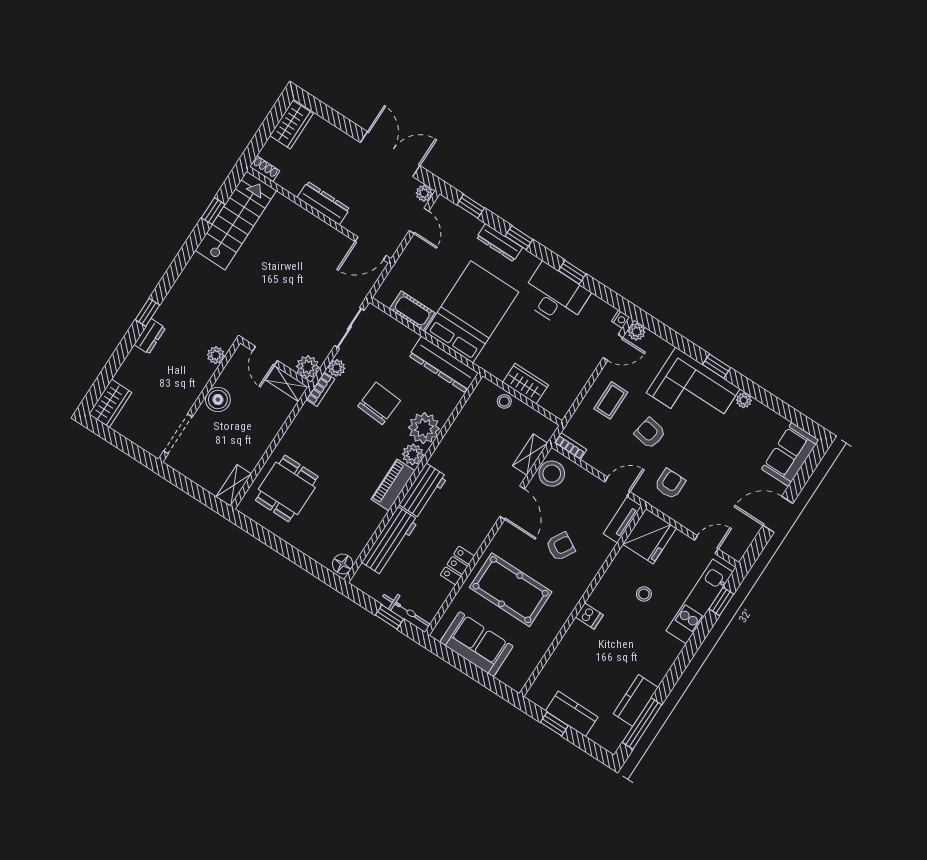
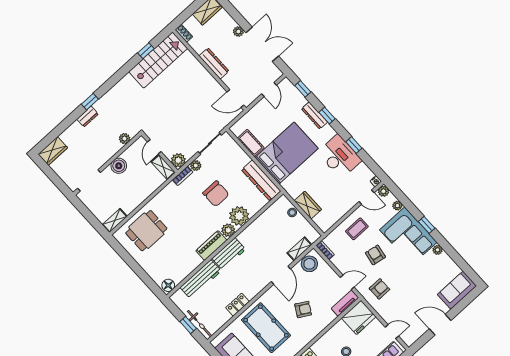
plant: (424, 193) -> (238, 32), moved
plant: (664, 348) -> (397, 206), added
chair: (379, 403) -> (216, 194), turned 86

